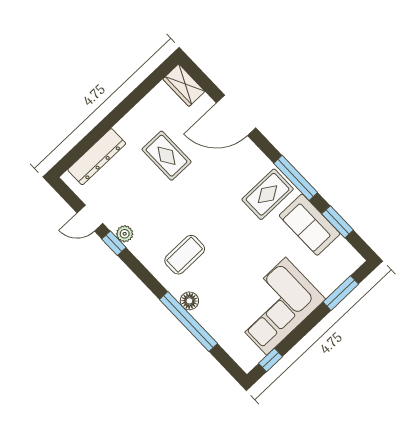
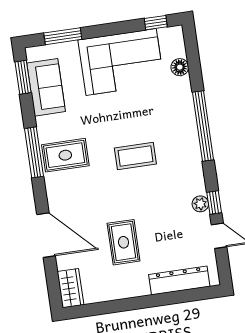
window: (338, 222) -> (23, 77), moved
sofa: (310, 225) -> (46, 87), moved
coffee table: (185, 255) -> (135, 156), moved
floor lamp: (189, 301) -> (180, 67), moved
window: (188, 322) -> (203, 126), moved

